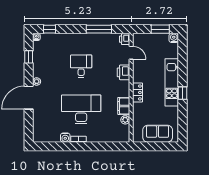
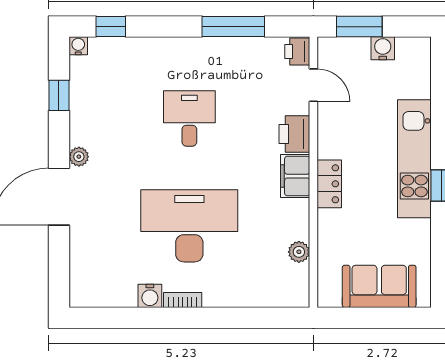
window: (160, 29) -> (359, 27), moved
water cooler: (174, 38) -> (383, 48), moved
filing cabinet: (124, 106) -> (295, 176), moved

